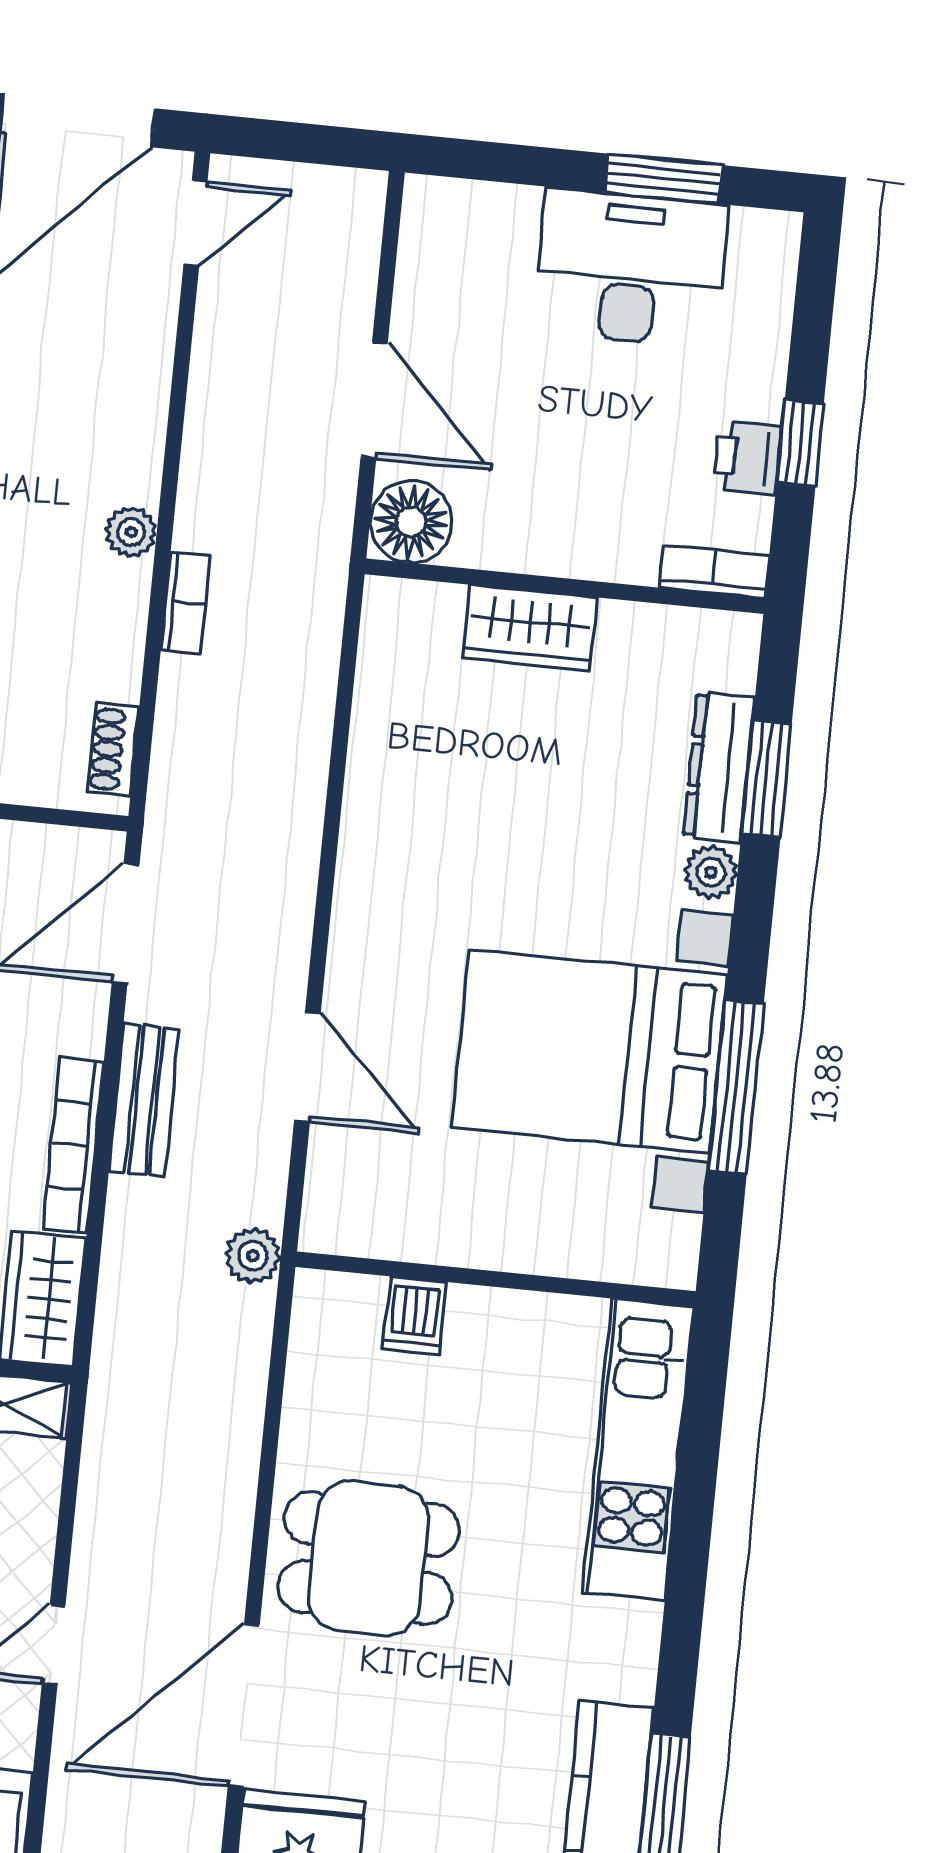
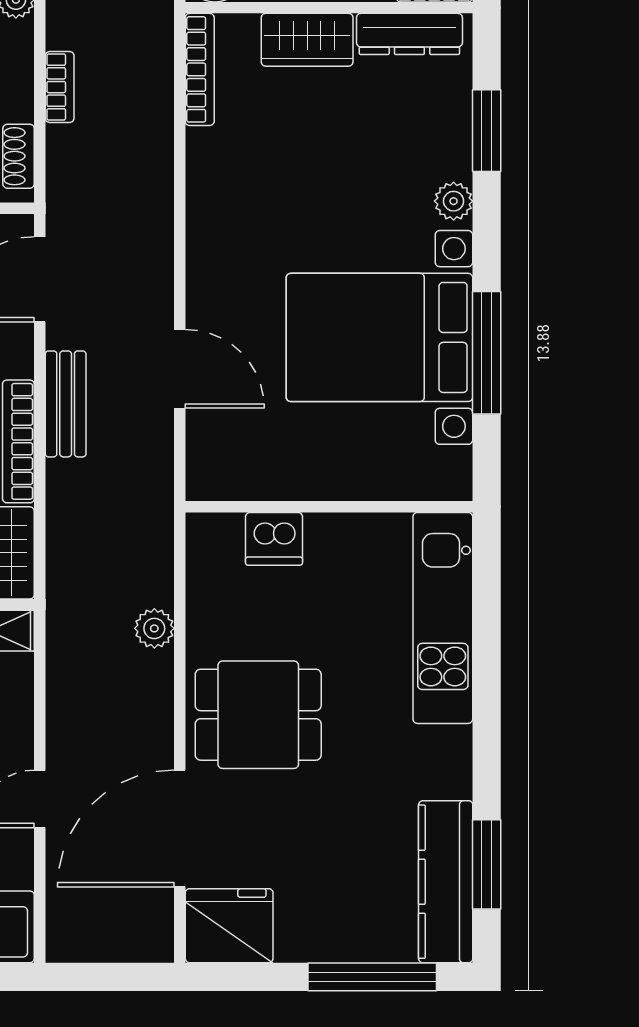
bookcase: (185, 603) -> (60, 87), moved
bookcase: (377, 654) -> (200, 69), added
dresser: (719, 767) -> (409, 34), moved, turned -90
plant: (253, 1256) -> (154, 628), moved
dishwasher: (415, 1316) -> (274, 539), width x1.38

